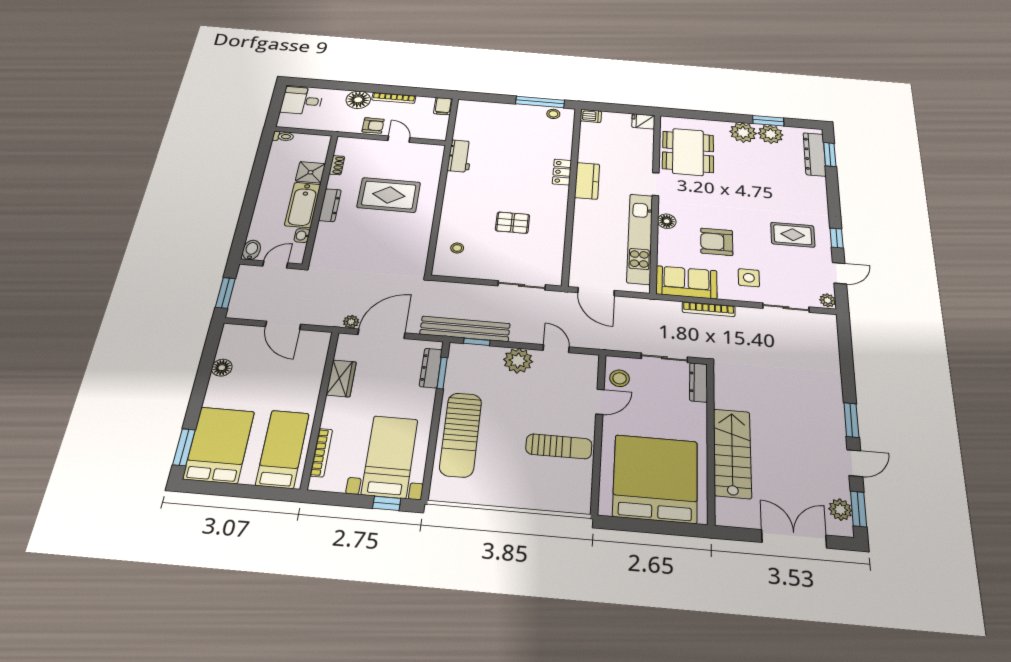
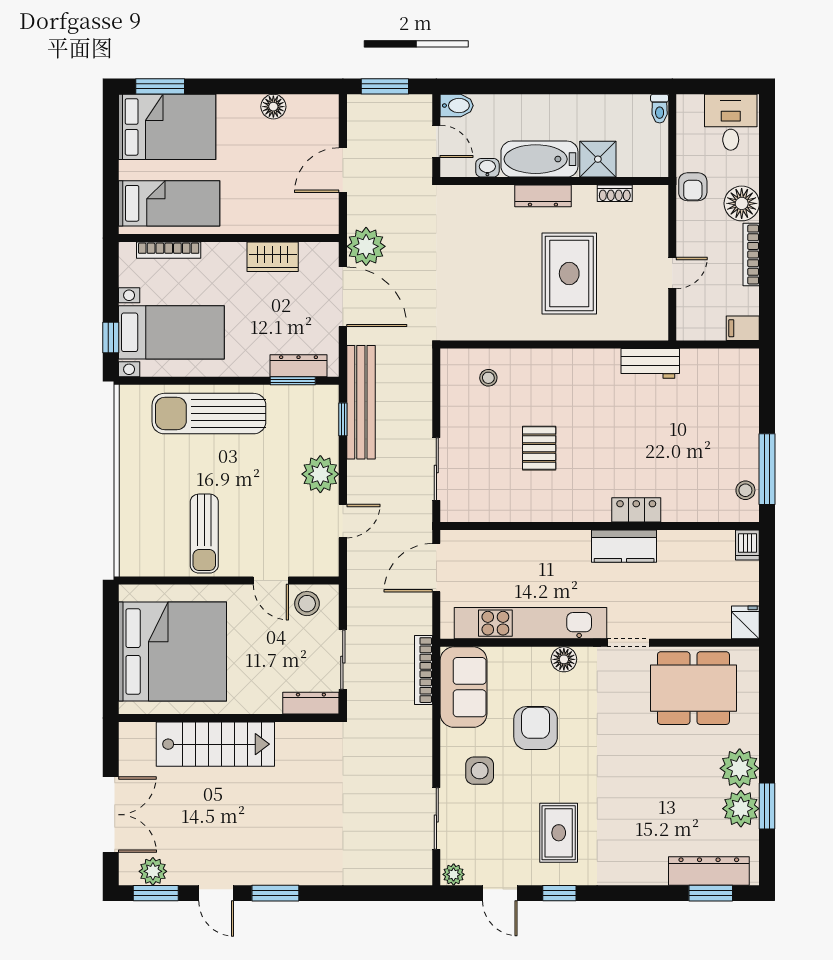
armchair: (373, 125) -> (693, 187), moved
bookcase: (709, 309) -> (424, 670), moved
plant: (351, 322) -> (366, 246), width x1.87, depth x1.87

